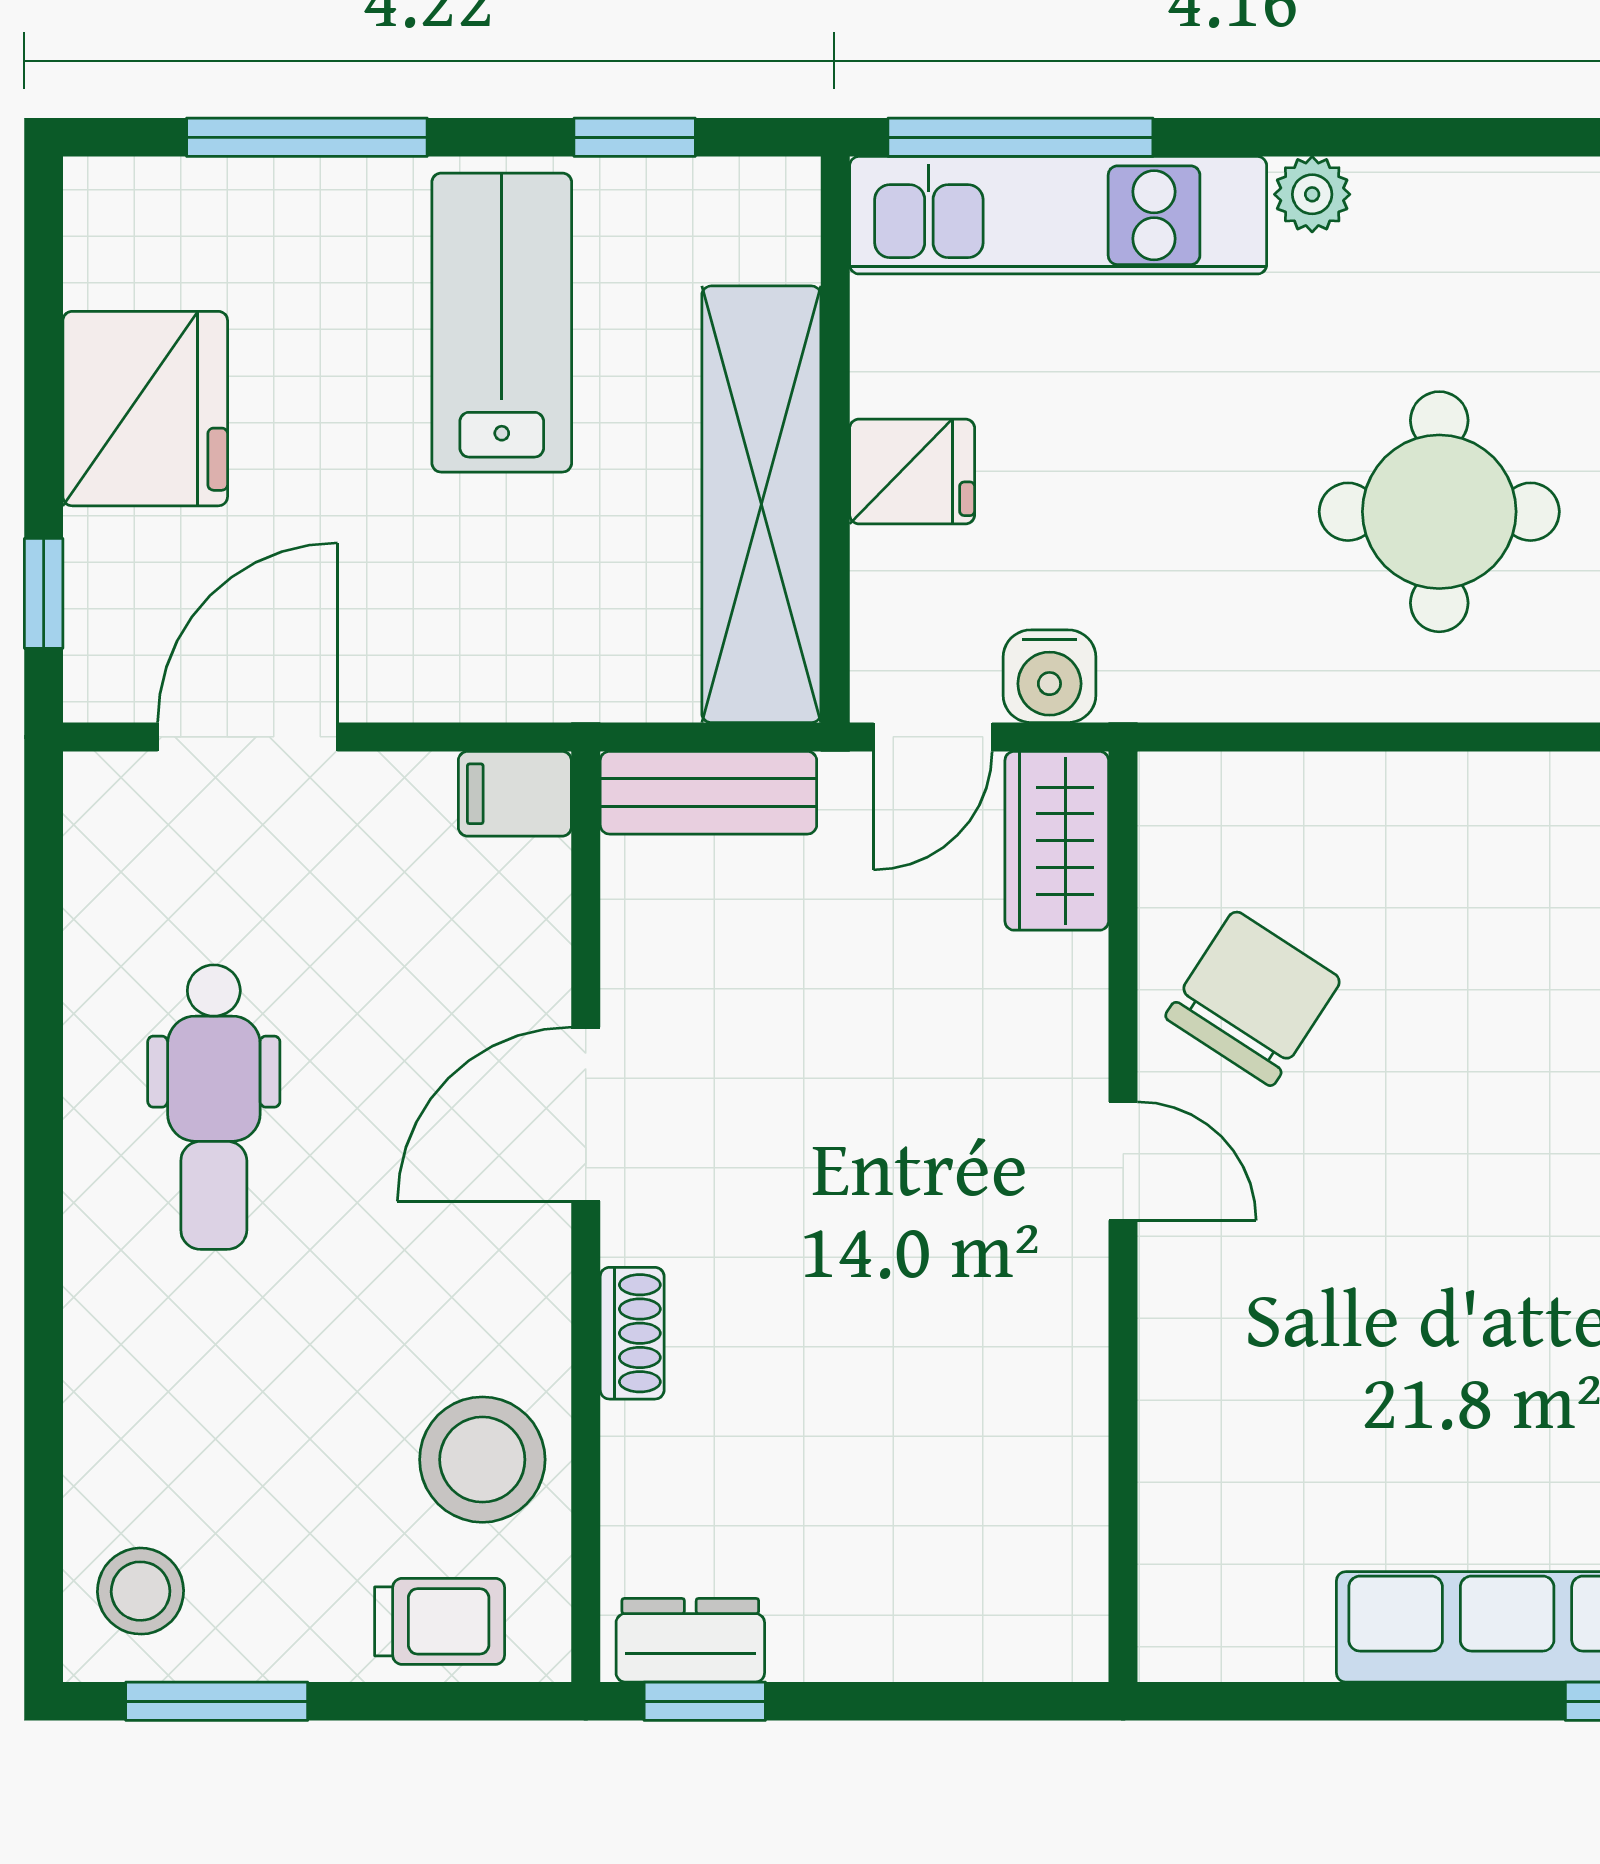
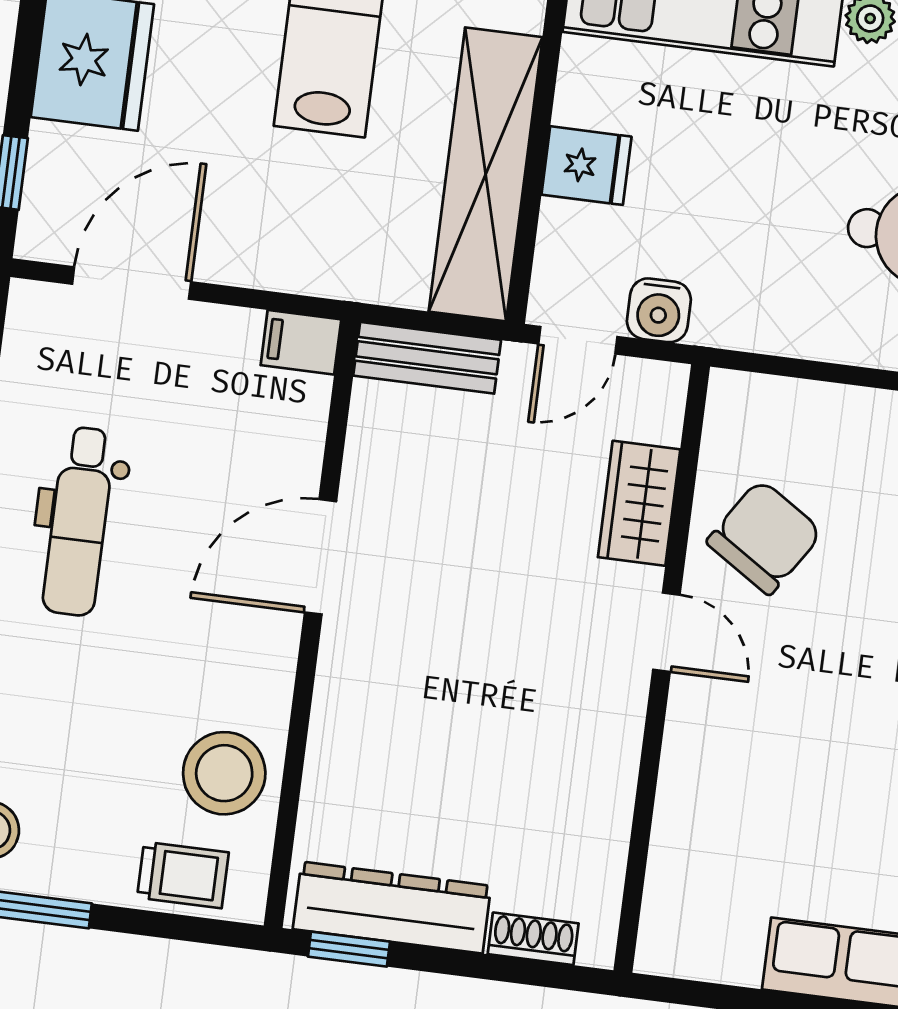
wardrobe: (1057, 841) -> (639, 503), moved
shoe rack: (632, 1333) -> (533, 939), moved, turned -90
dresser: (690, 1640) -> (392, 907), width x1.96, depth x1.24

